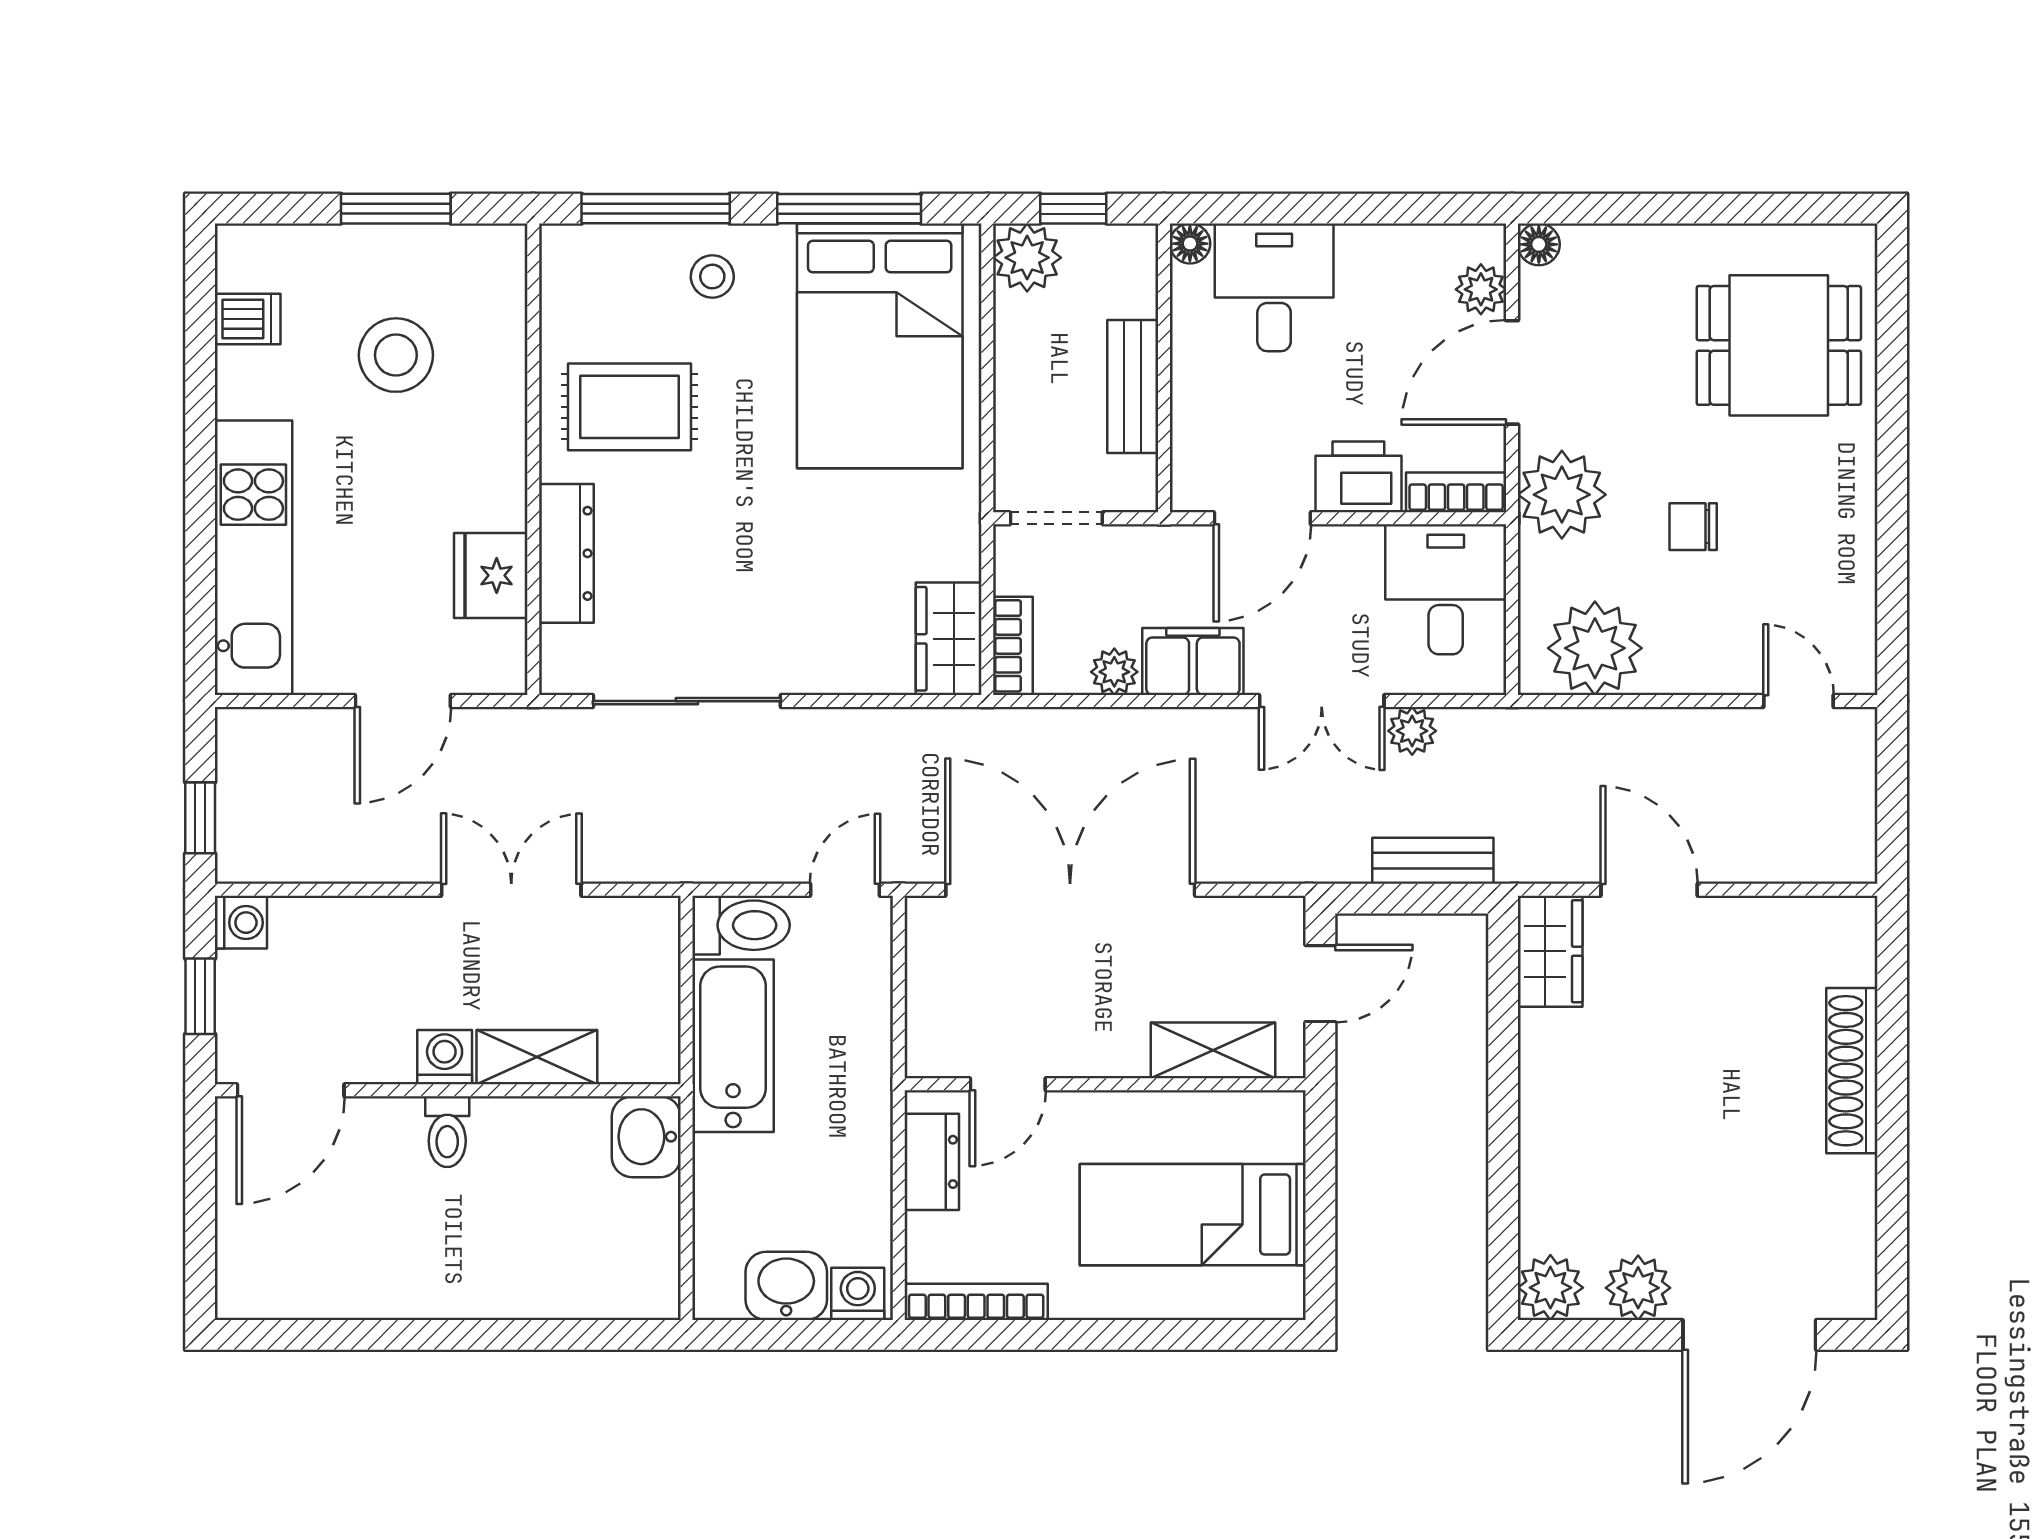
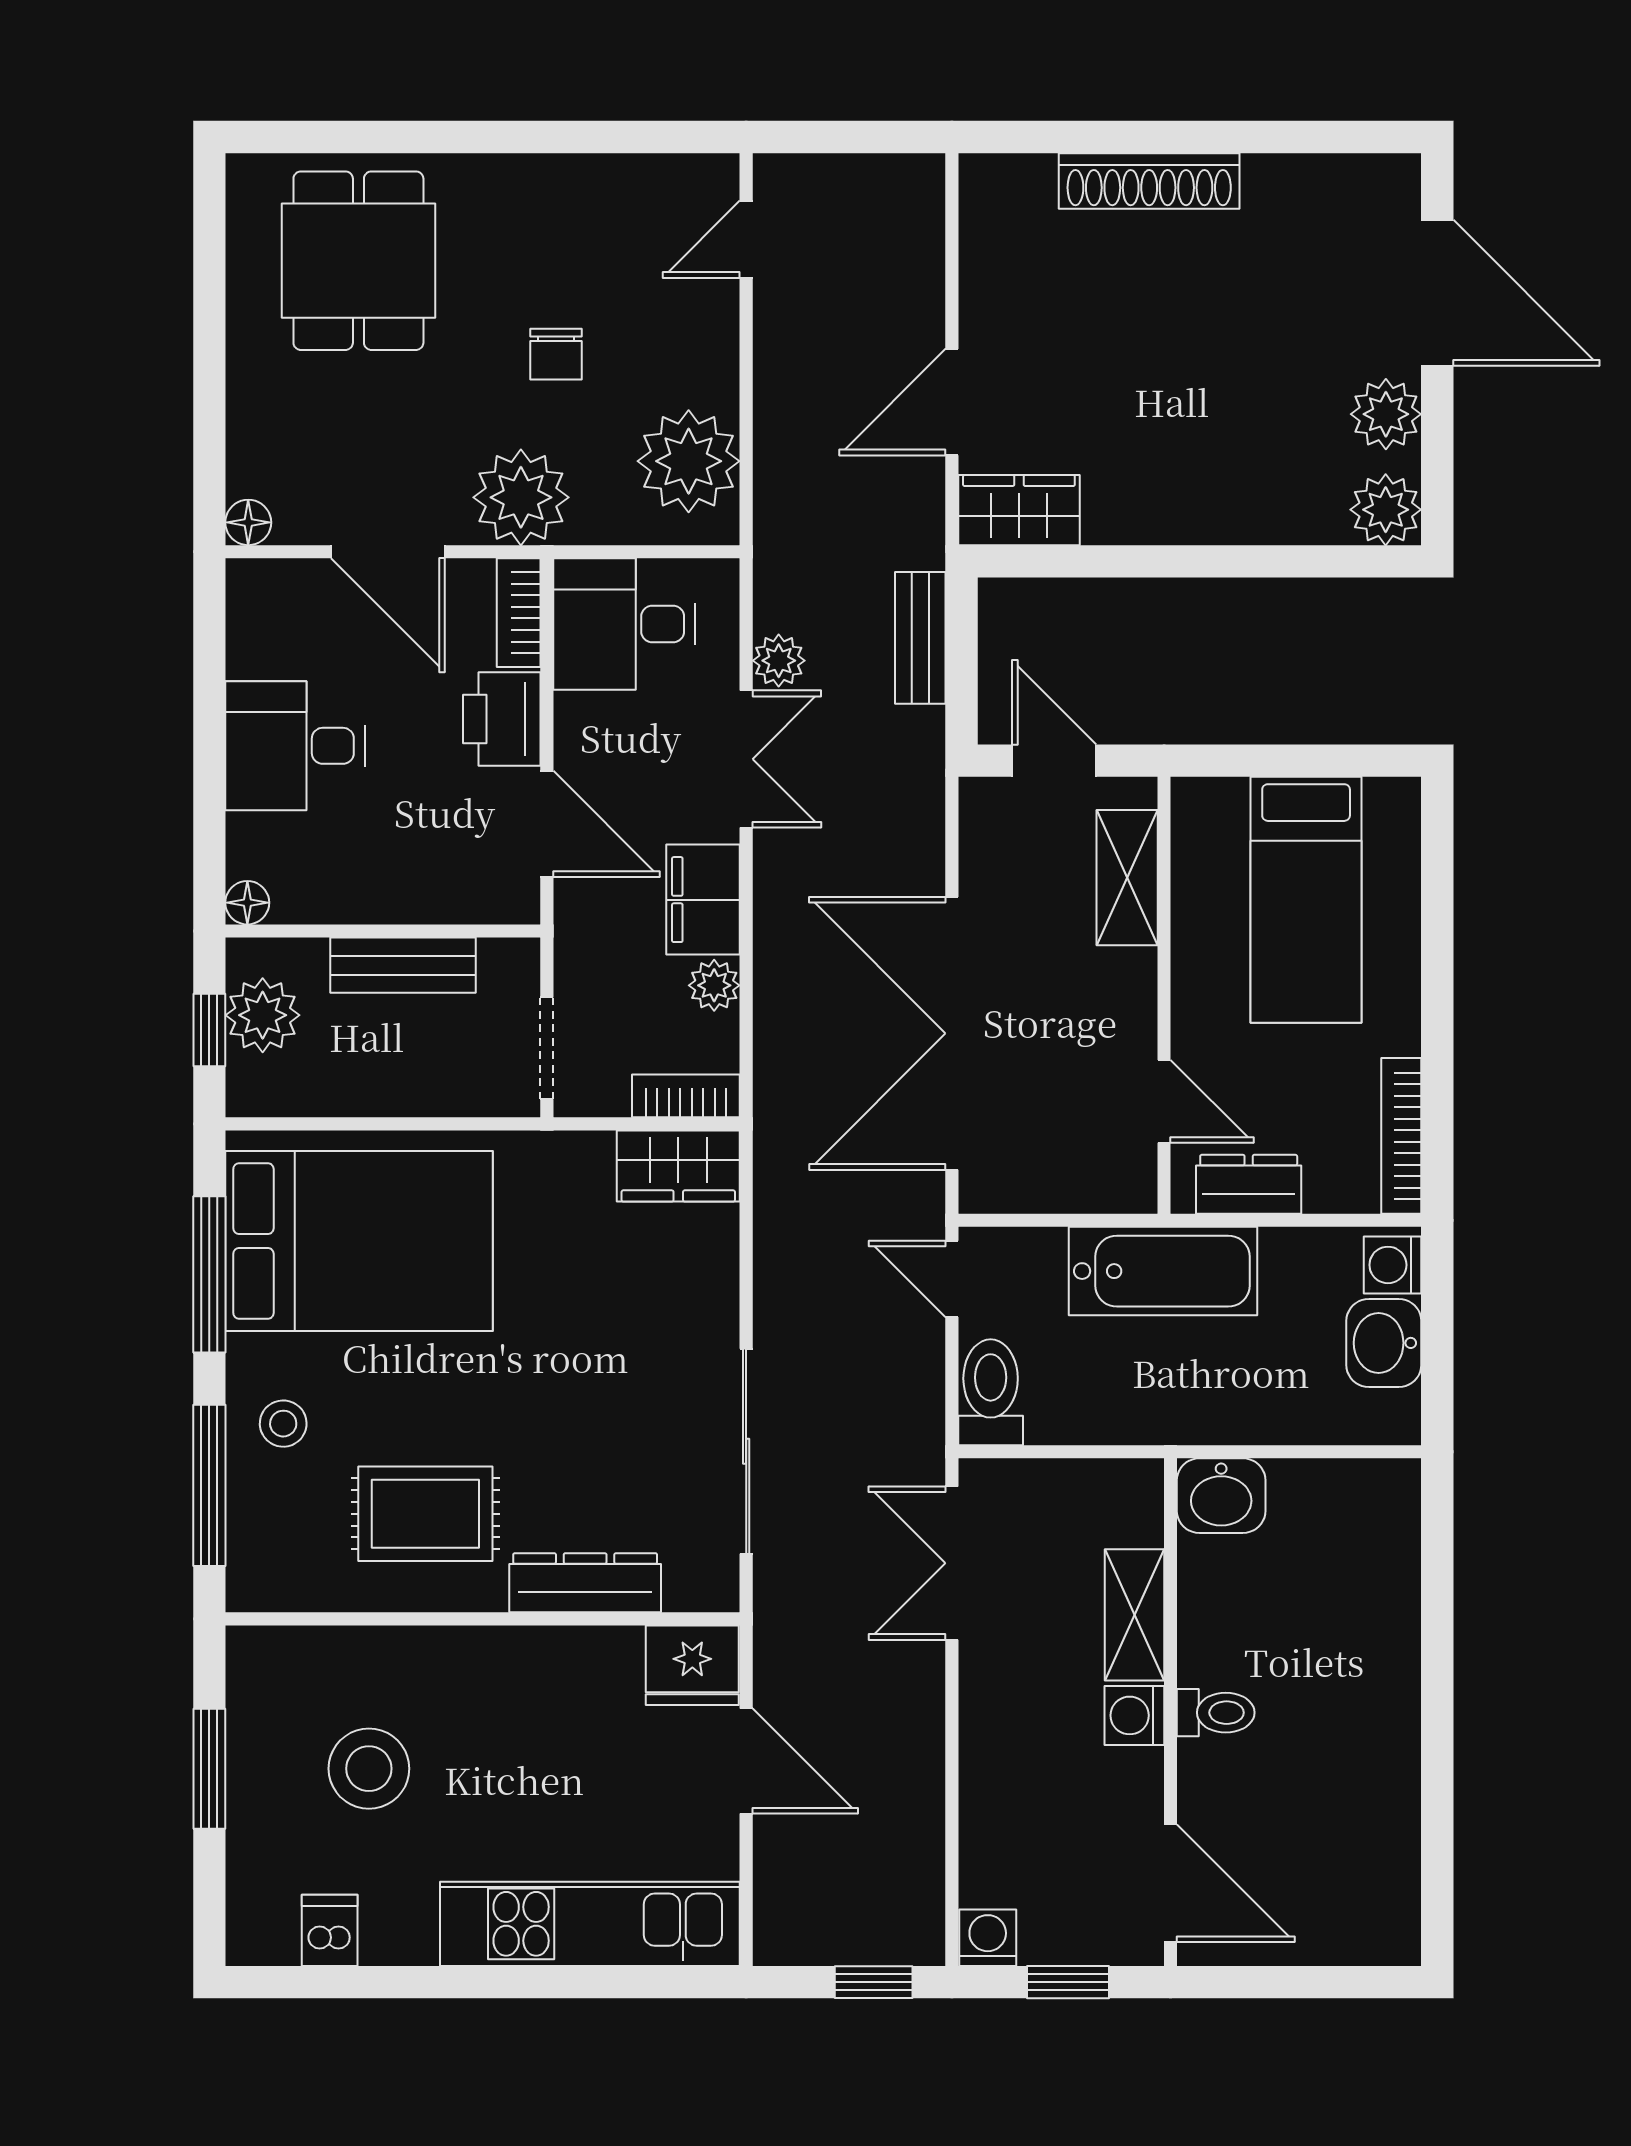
plant: (1027, 258) -> (263, 1015), moved
desk: (1274, 287) -> (295, 746), moved
plant: (1481, 289) -> (297, 586), removed
rug: (630, 407) -> (425, 1514), turned 90
fridge: (491, 575) -> (692, 1665), moved
double door: (511, 890) -> (952, 1563), moved
bathtub: (733, 1046) -> (1163, 1271), moved, turned 180

